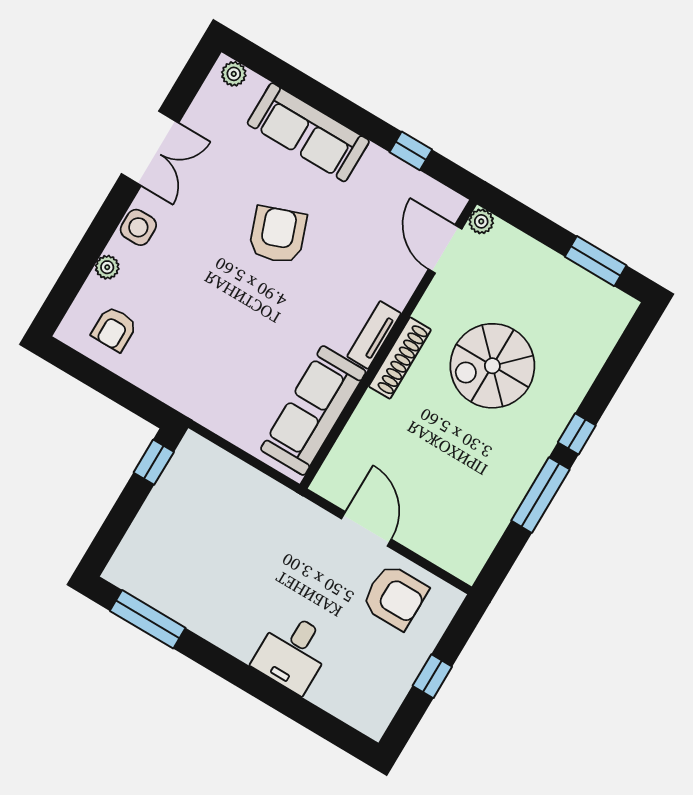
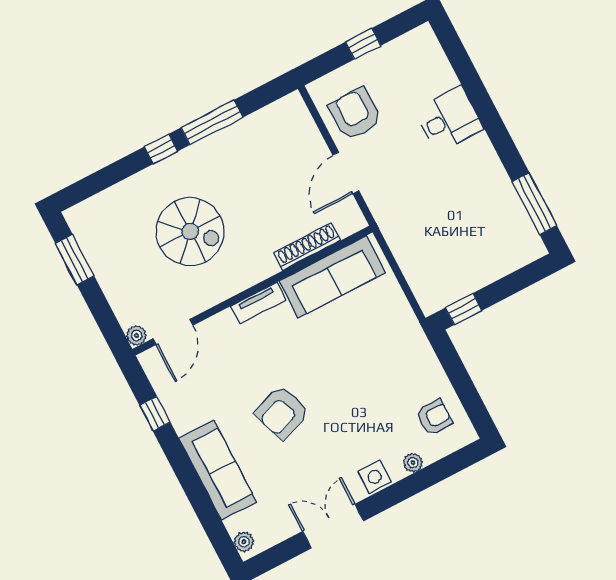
shoe rack: (400, 358) -> (307, 247), moved

